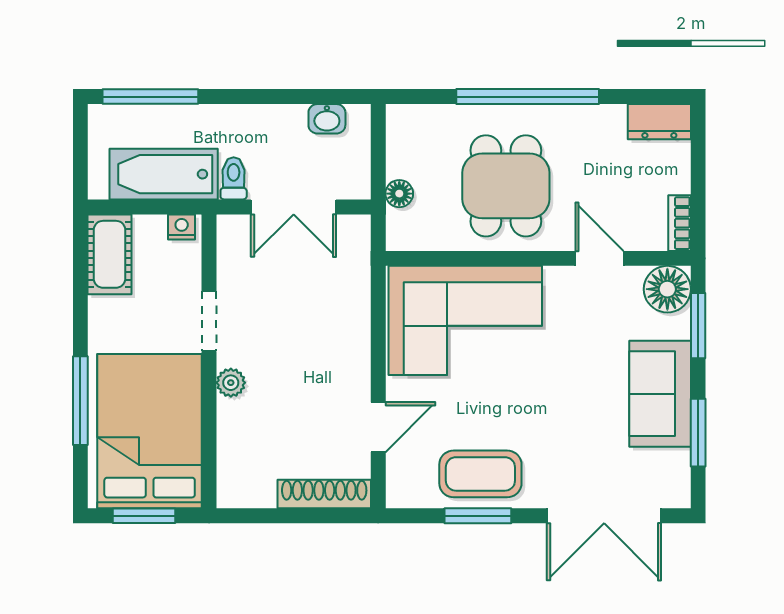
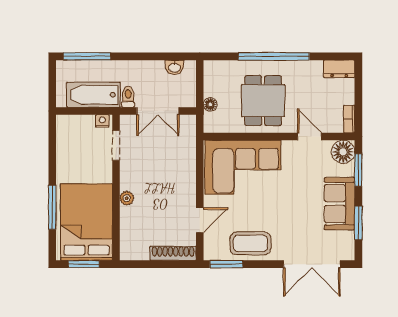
cot: (110, 254) -> (67, 135), removed
doorway: (209, 321) -> (116, 145), moved
window: (478, 516) -> (226, 264), moved

